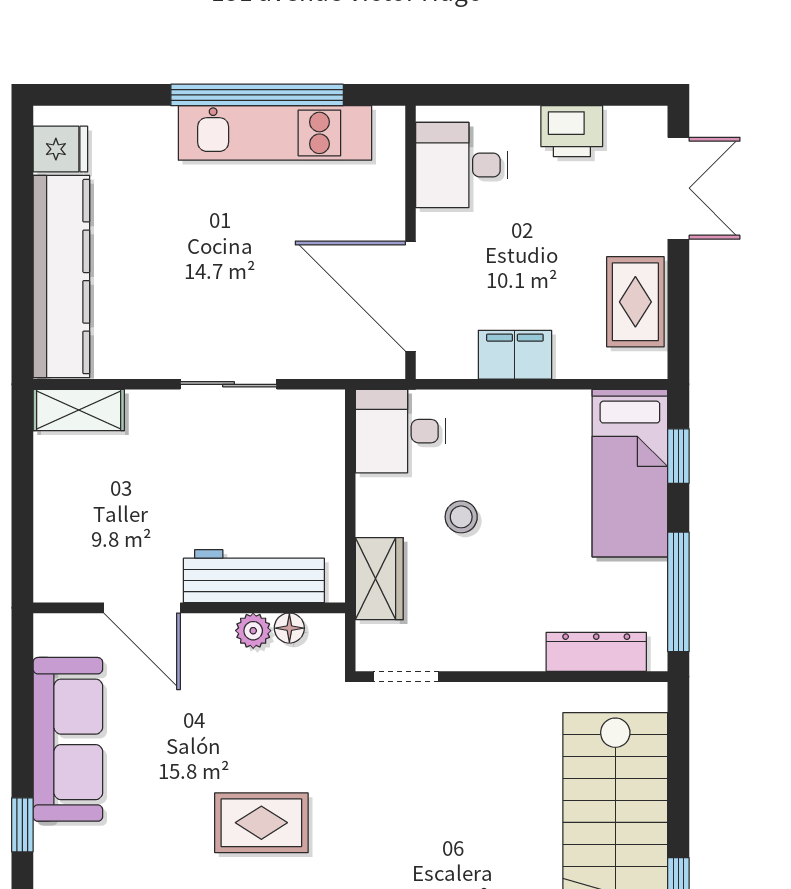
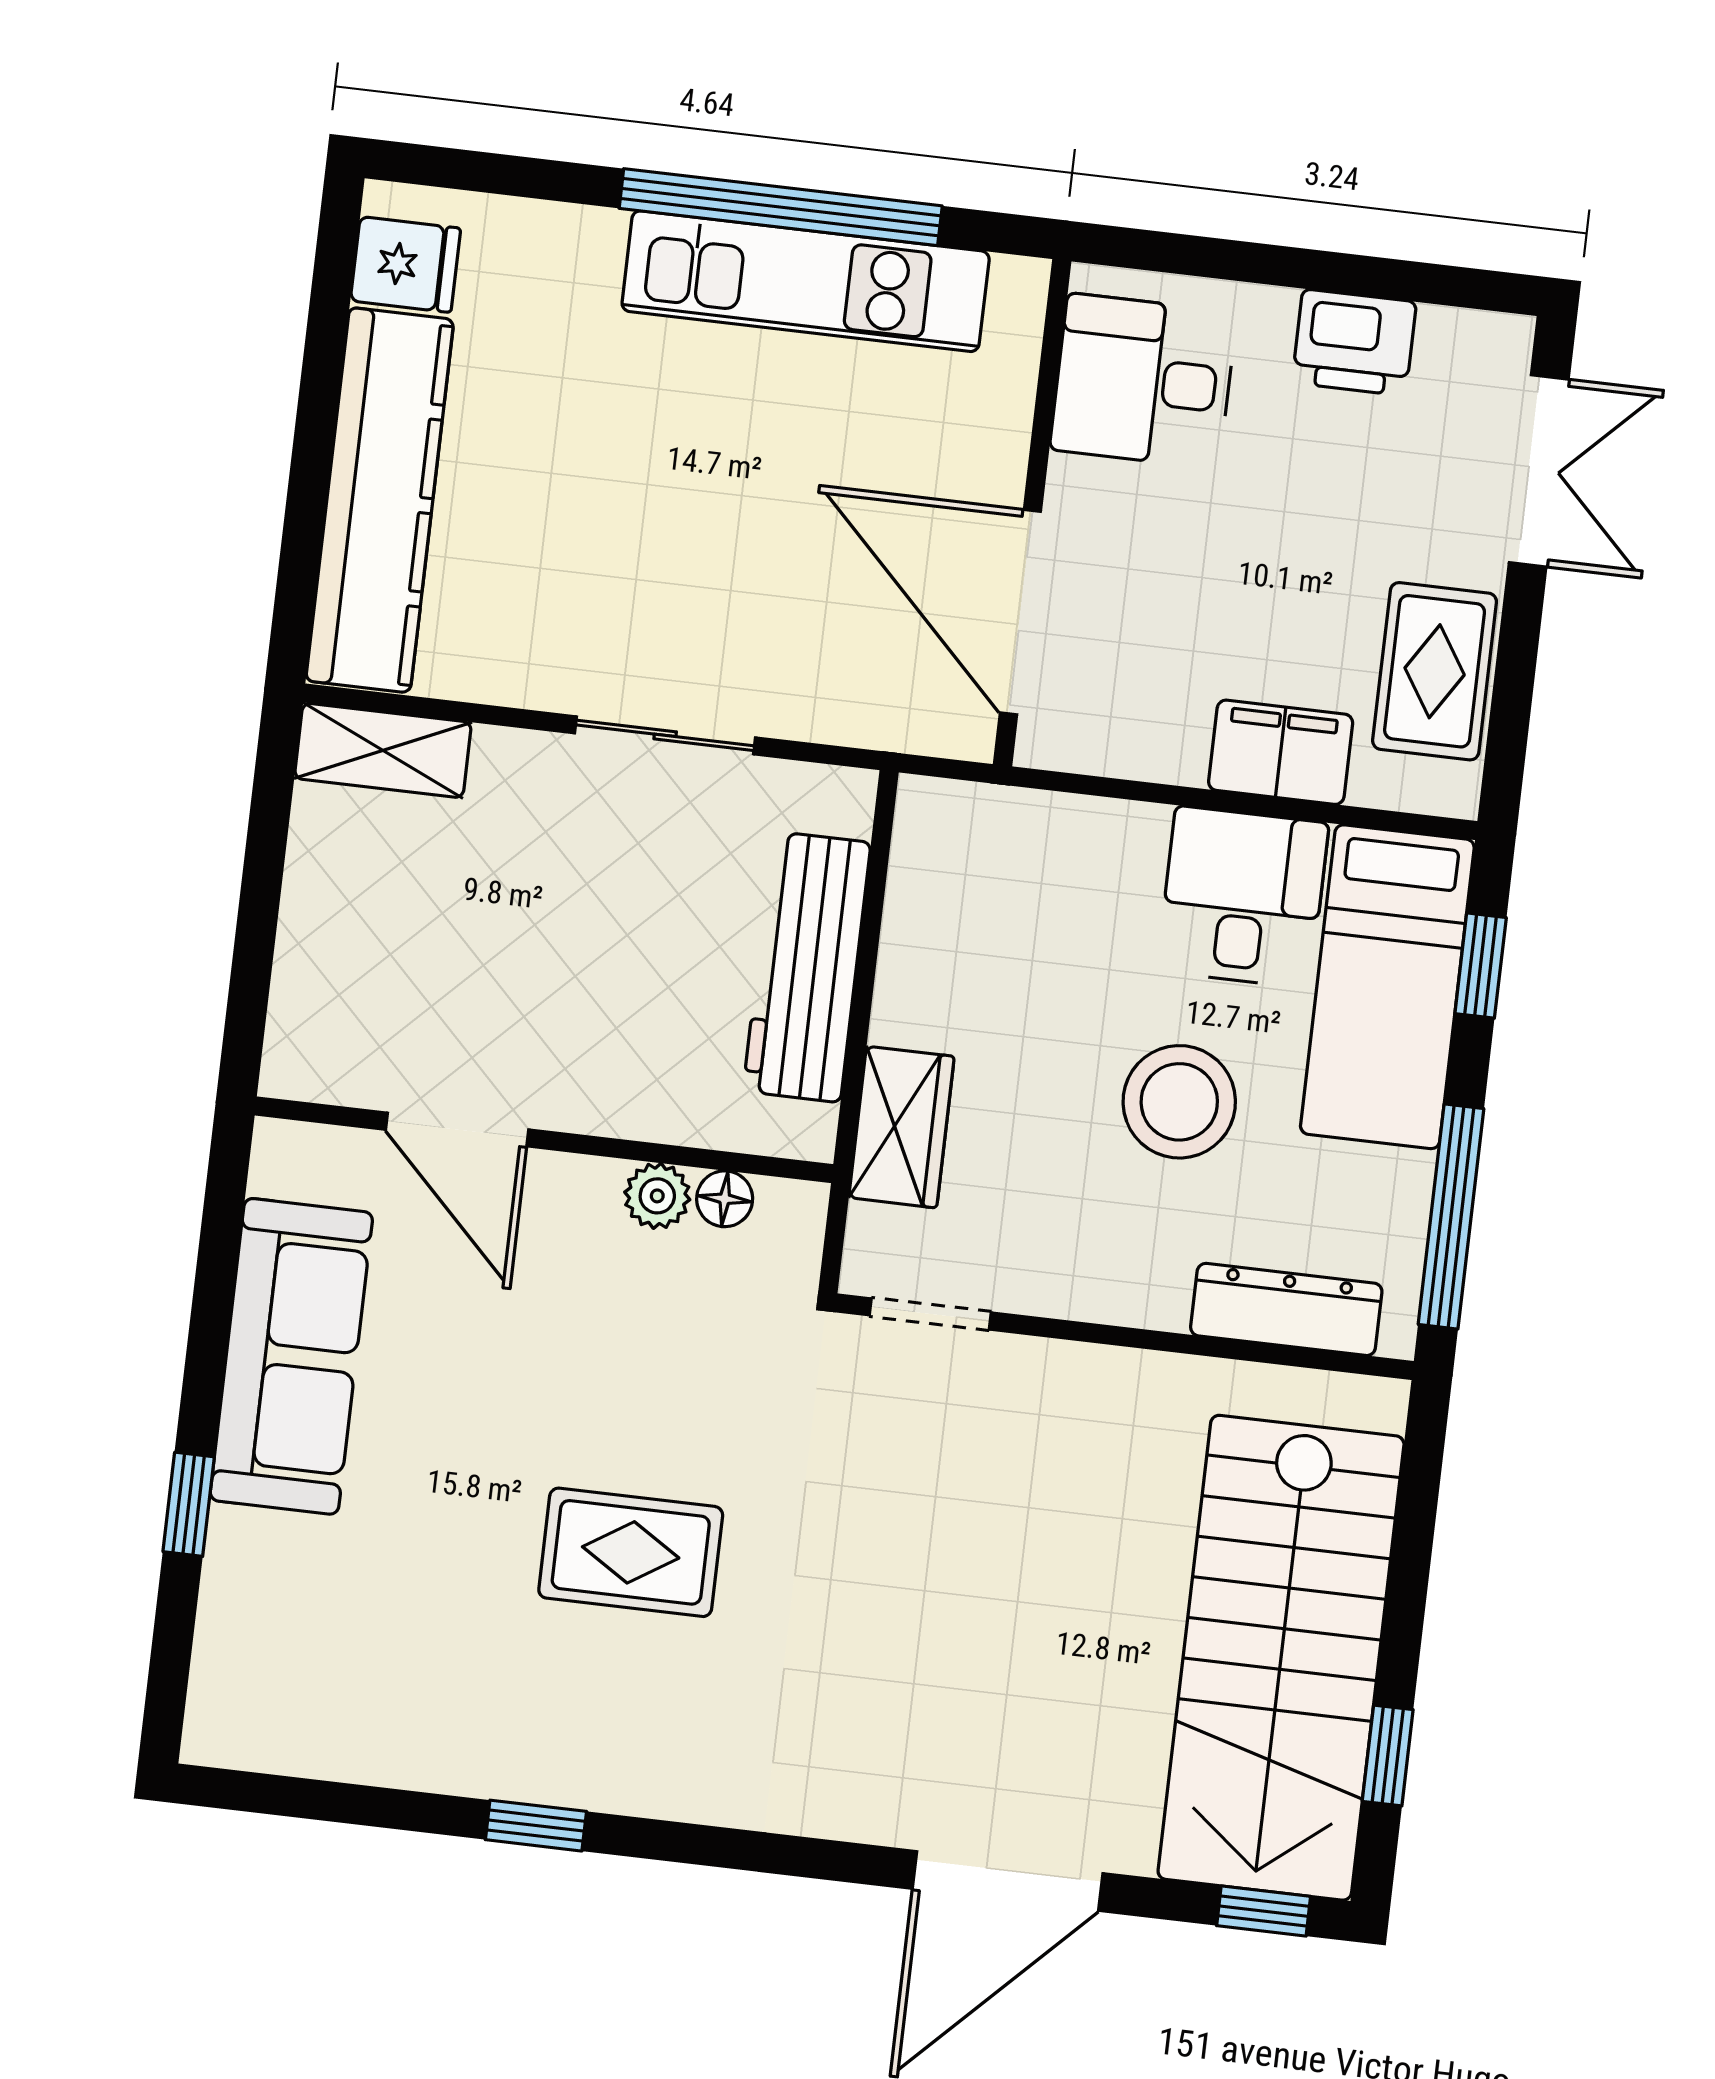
filing cabinet: (515, 355) -> (1281, 752), moved
desk: (400, 431) -> (1243, 897), moved, turned 90
stool: (461, 517) -> (1179, 1102), moved, width x1.89, depth x1.89
workbench: (254, 576) -> (807, 967), moved, turned -90

